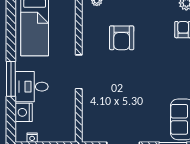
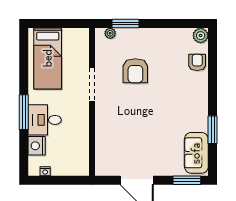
doorway: (79, 72) -> (92, 85), moved

